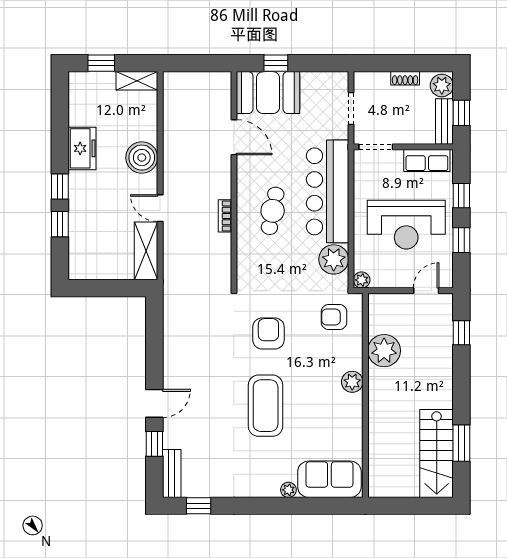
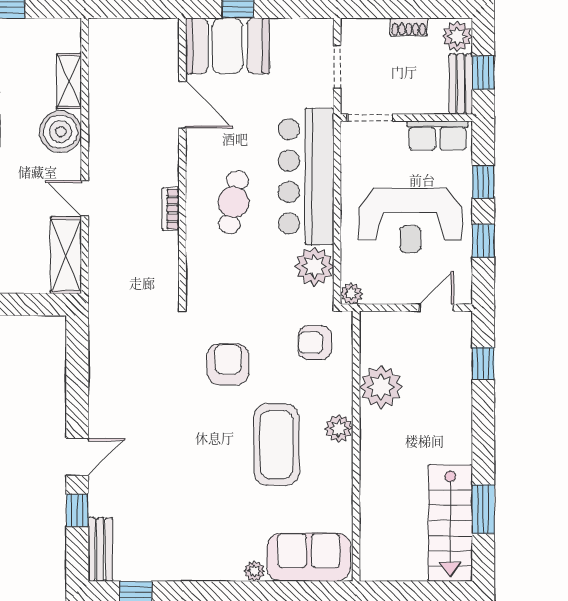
shelving: (137, 81) -> (69, 81), moved, turned 90
coffee table: (266, 406) -> (276, 445), moved

